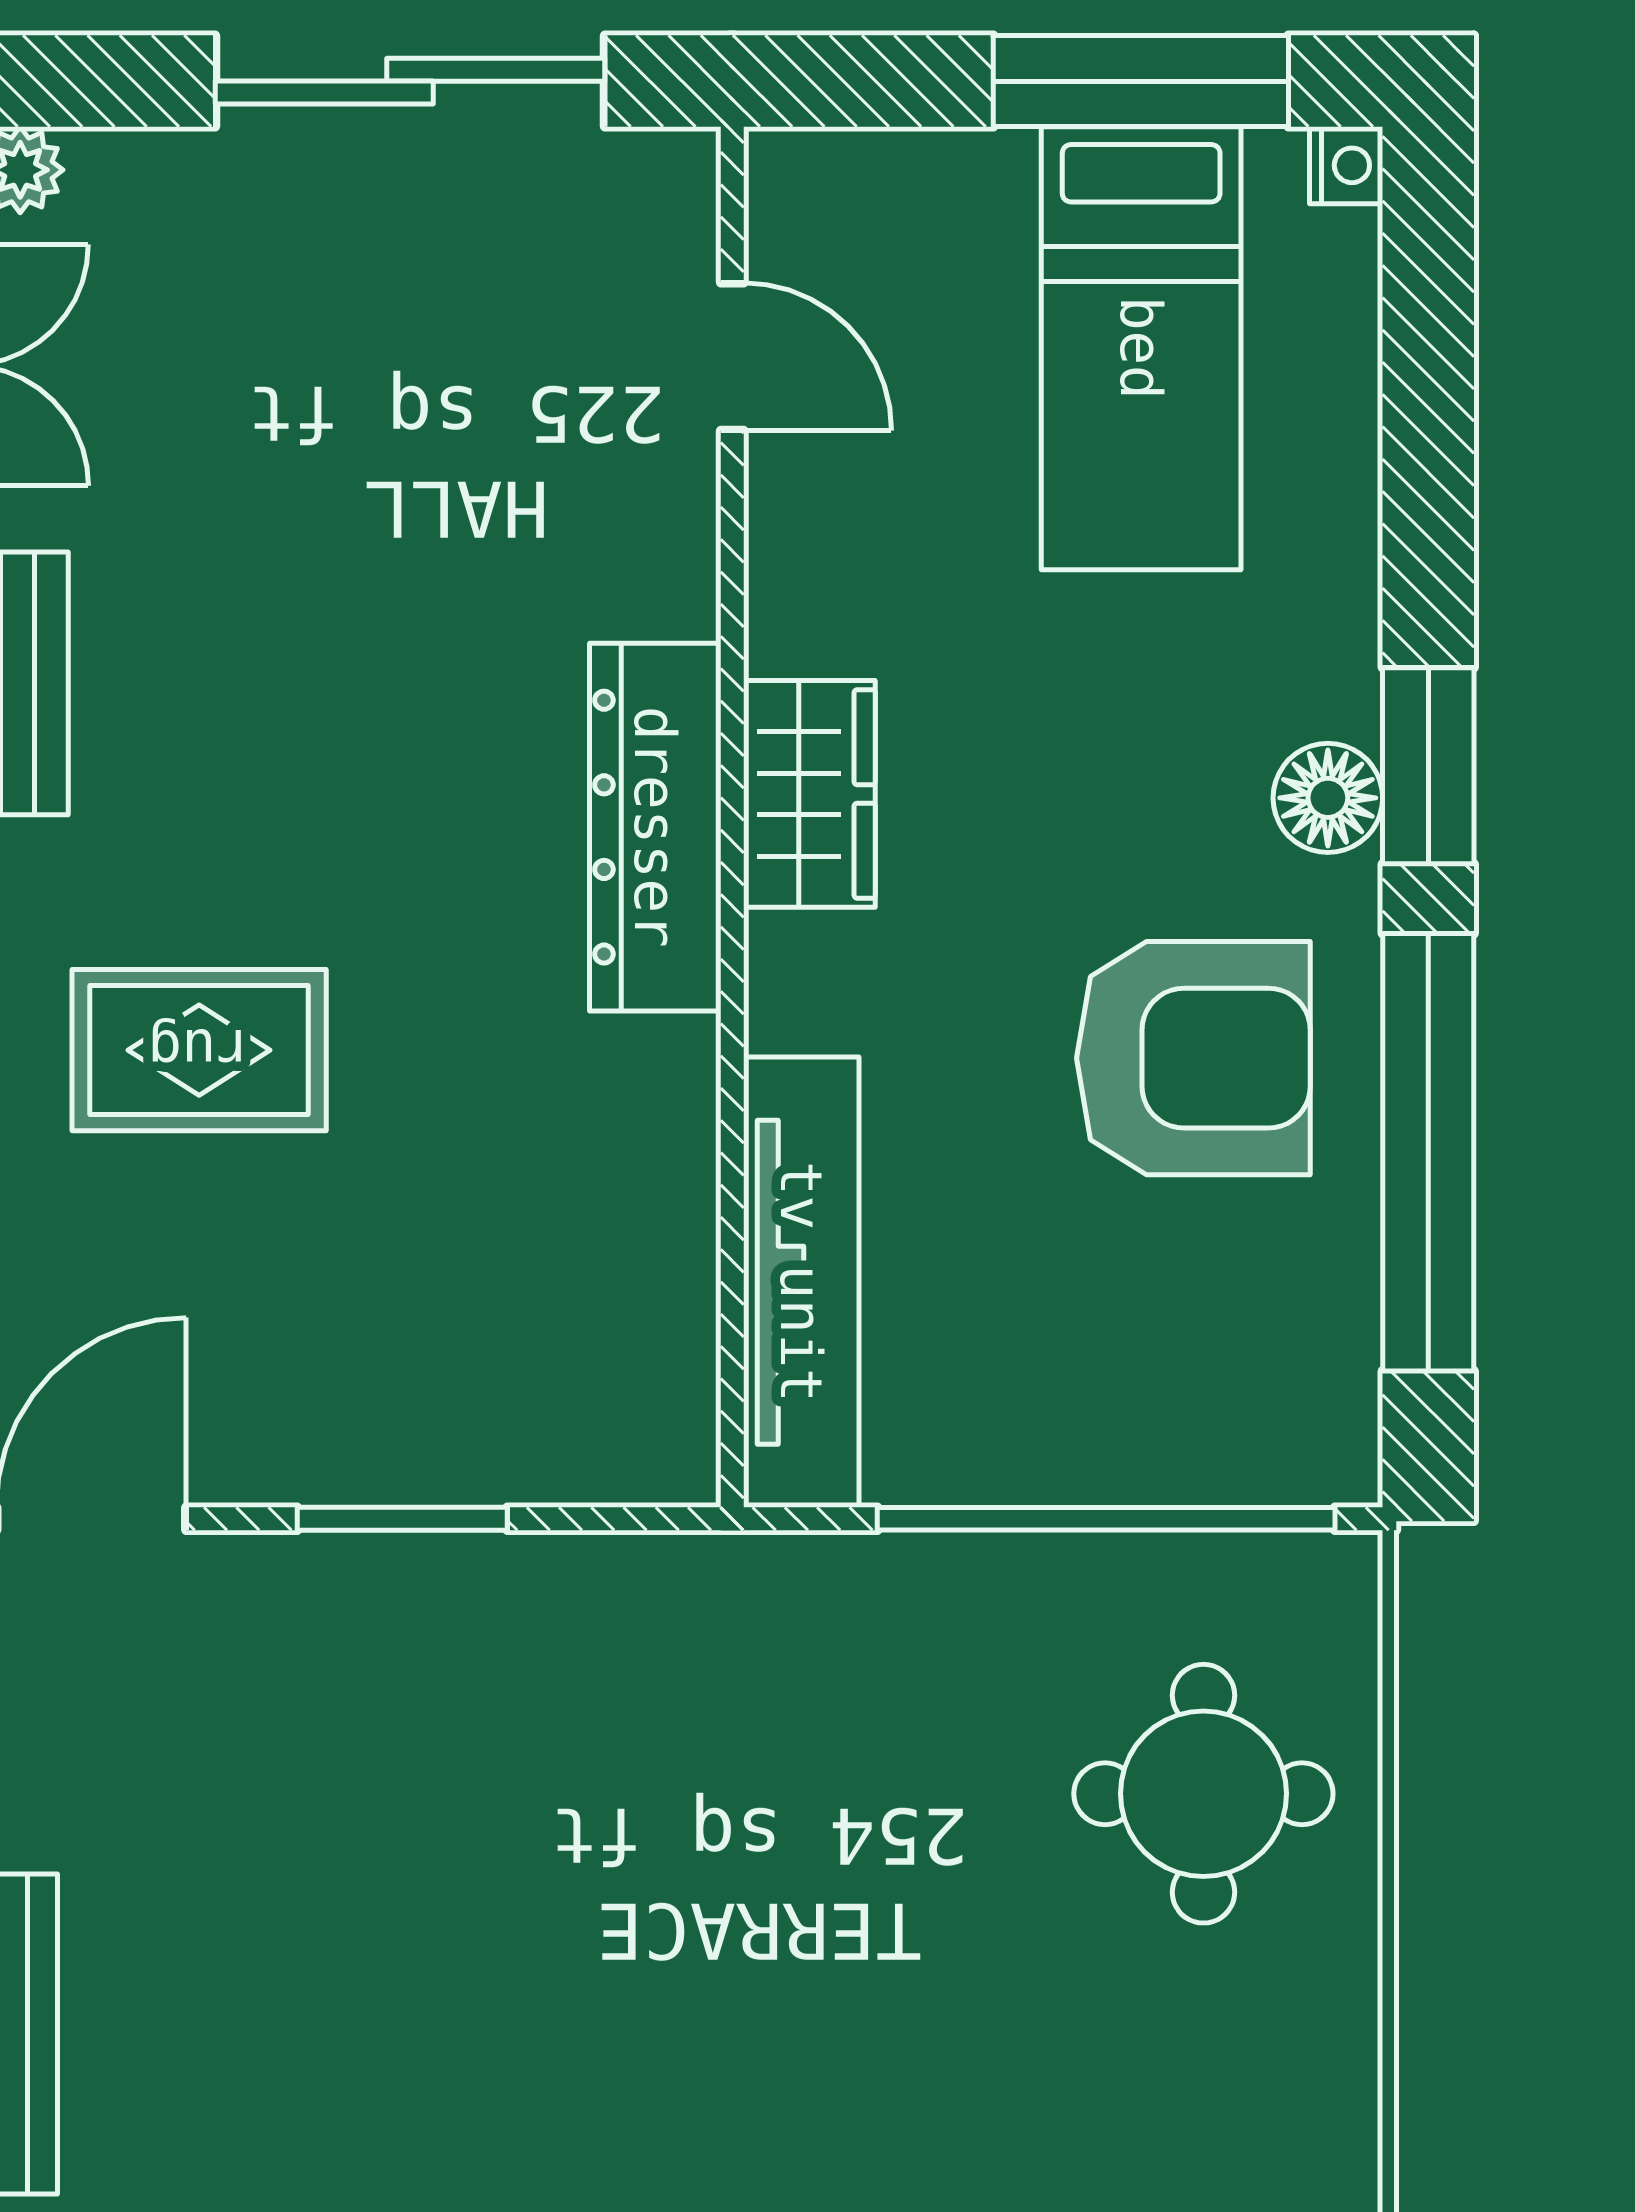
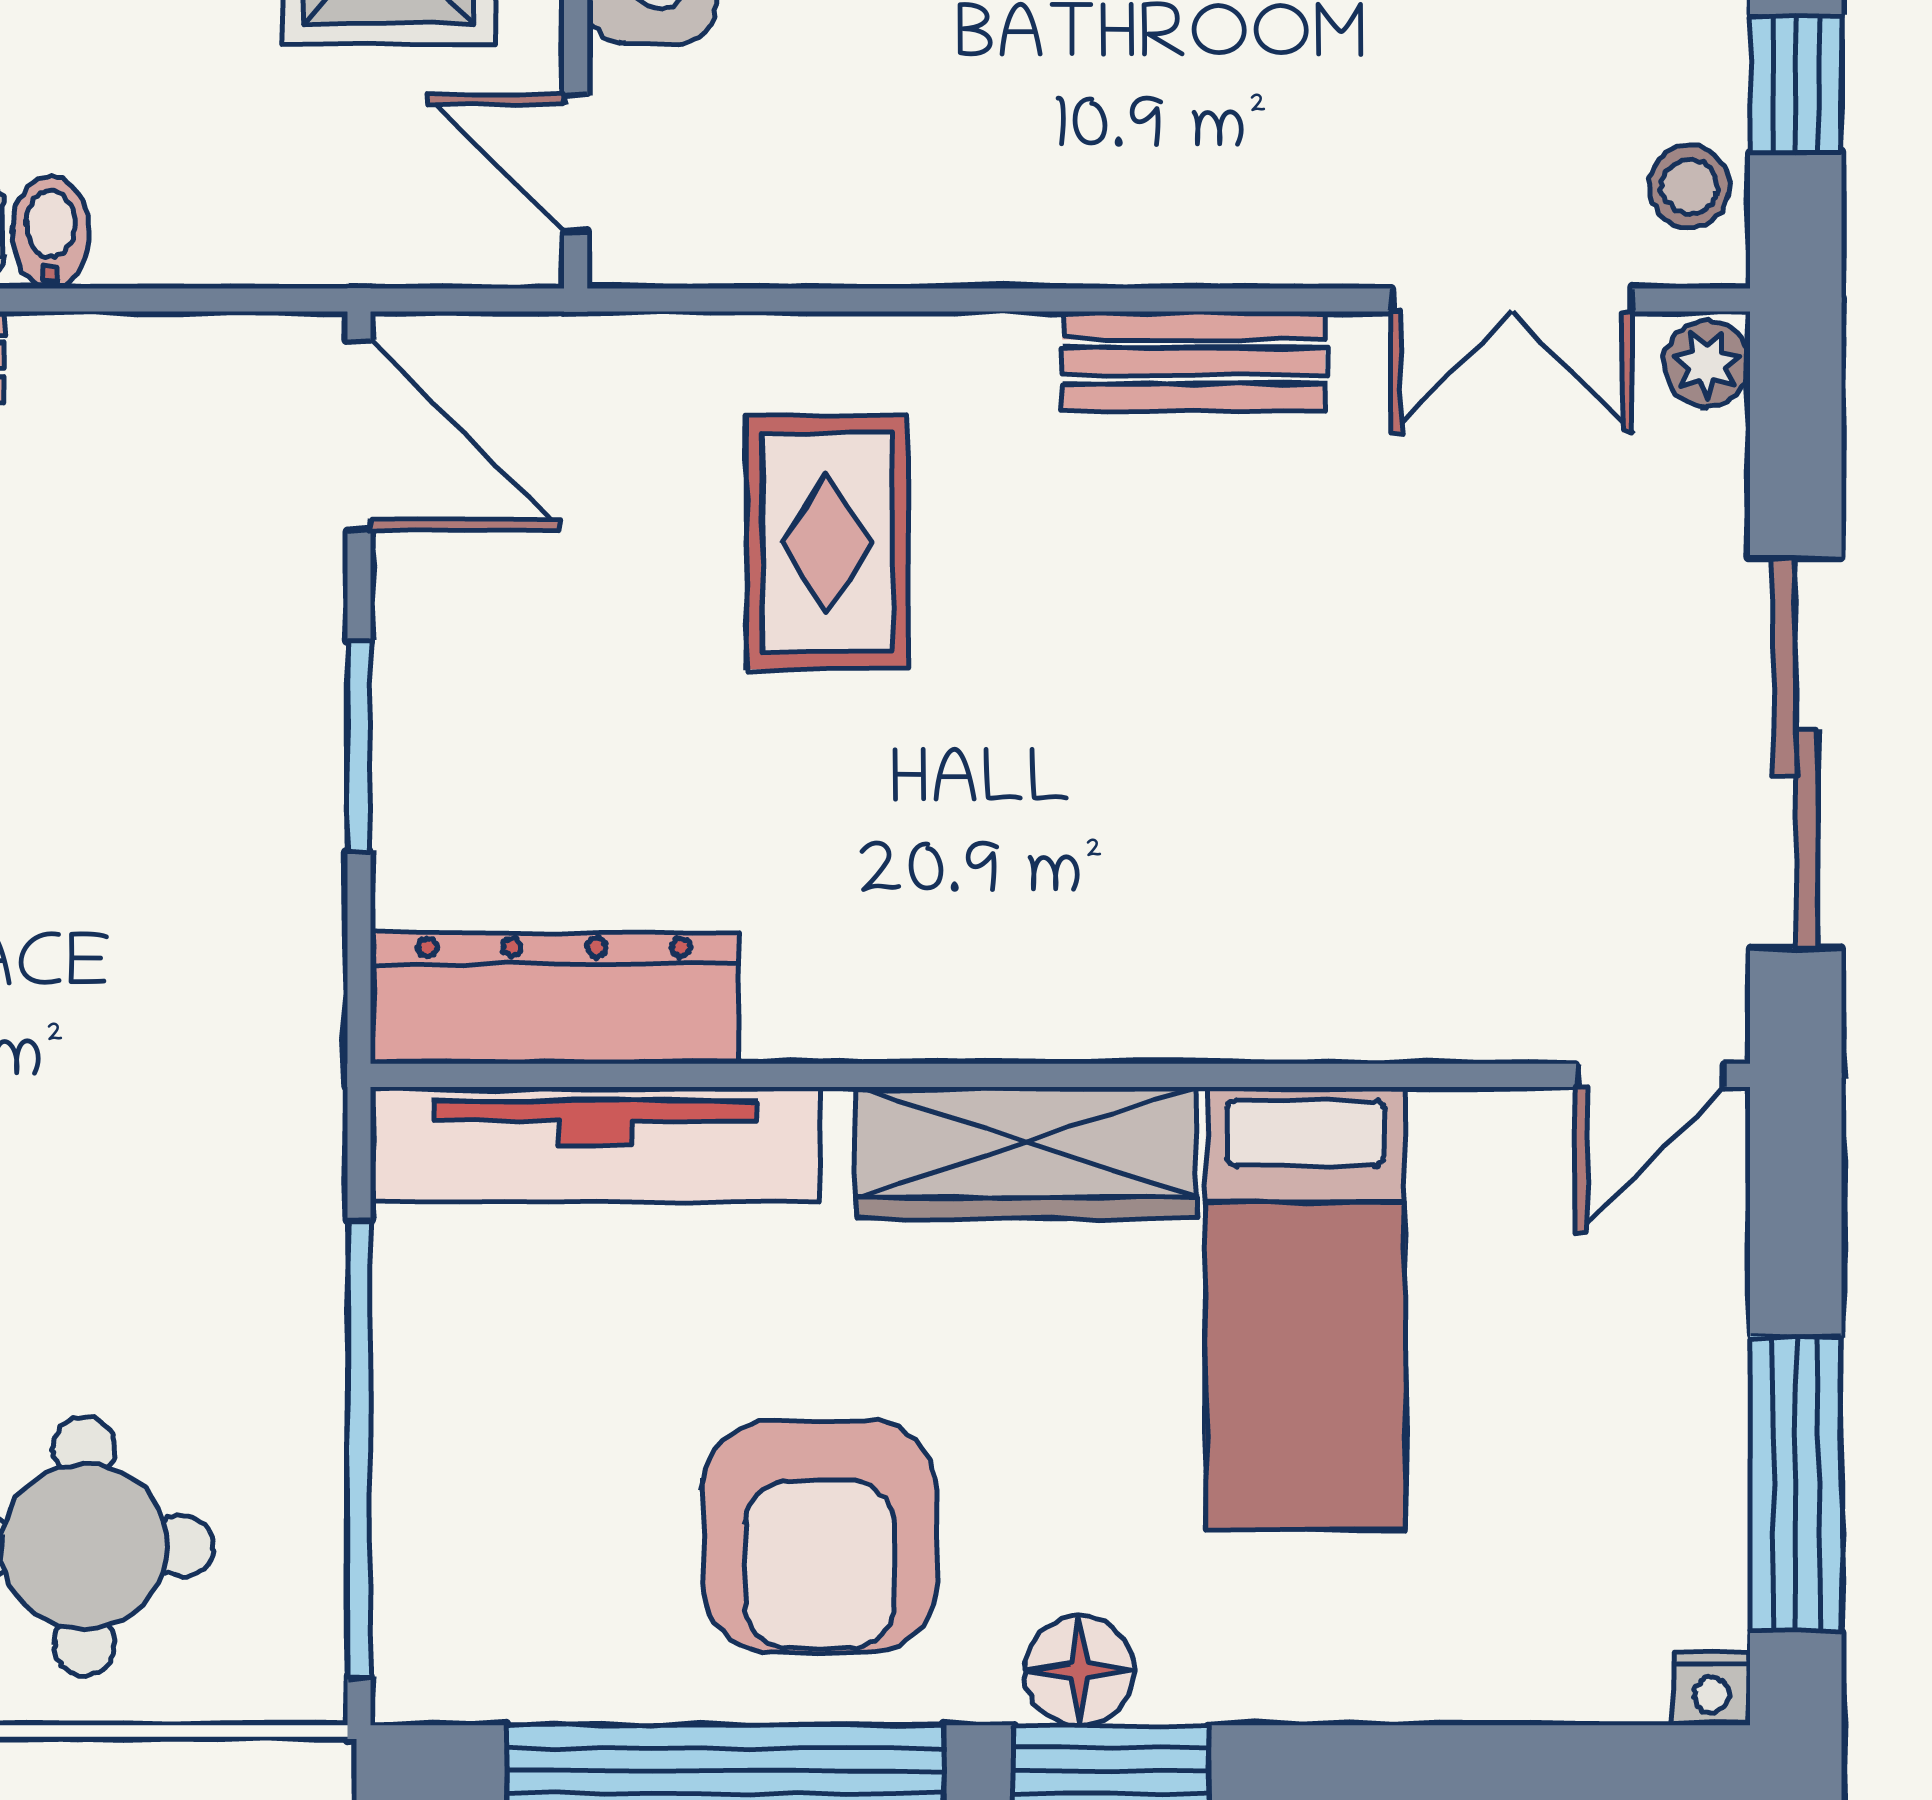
bed: (1141, 348) -> (1305, 1308), moved, turned -90
door: (732, 357) -> (1650, 1075), moved
wardrobe: (809, 794) -> (1027, 1153), width x1.50
dresser: (655, 827) -> (554, 998), moved

